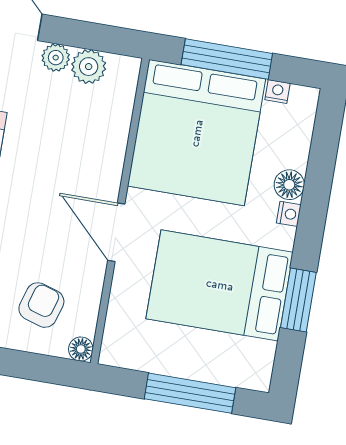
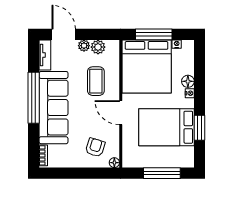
coffee table: (70, 147) -> (96, 81), added

